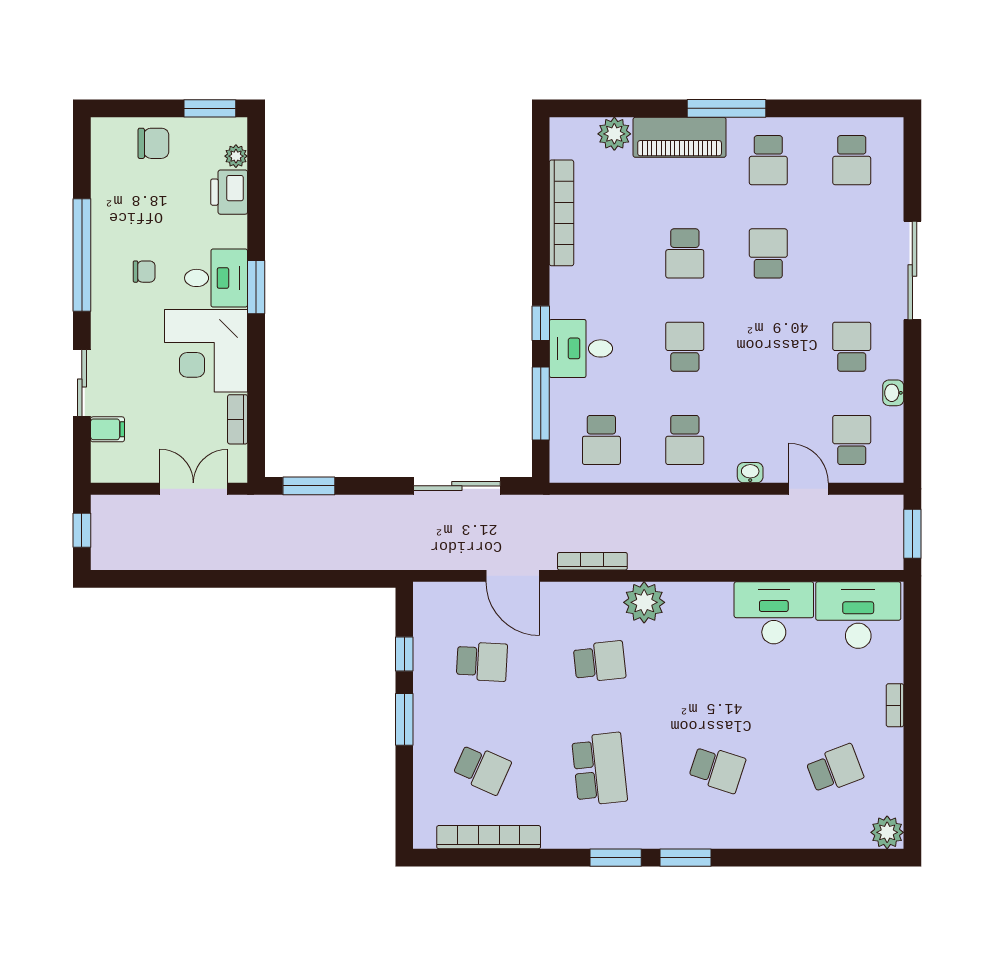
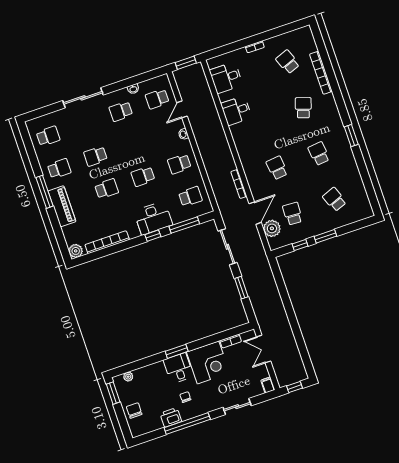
plant: (614, 134) -> (76, 251), moved
printer: (229, 192) -> (171, 417), moved, turned 180
desk: (581, 348) -> (153, 218), width x1.37
filing cabinet: (107, 429) -> (268, 385), moved
school desk: (685, 440) -> (179, 164), turned 180
window: (309, 486) -> (241, 288), moved
plant: (644, 602) -> (272, 228), moved
desk: (774, 613) -> (236, 111), width x0.73
desk: (858, 615) -> (226, 78), width x0.73
school desk: (482, 769) -> (334, 199), turned -45
school desk: (600, 769) -> (319, 154), width x0.54
plant: (887, 832) -> (305, 33), removed
bookcase: (489, 837) -> (321, 73), moved
window: (685, 858) -> (342, 108), removed

